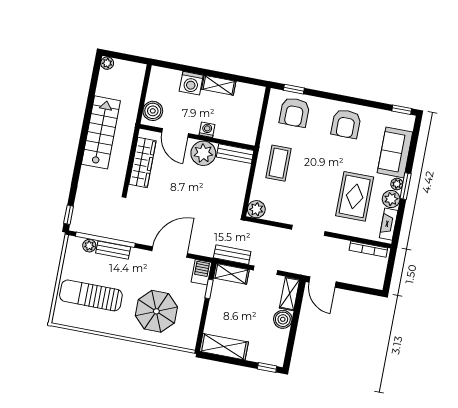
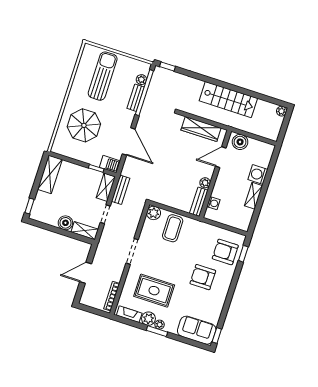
armchair: (346, 124) -> (203, 277), moved
washing machine: (207, 130) -> (213, 203), moved
sofa: (395, 152) -> (197, 330), moved
plant: (203, 153) -> (205, 183), width x0.53, depth x0.53
coffee table: (278, 163) -> (173, 228), moved, turned 90
door: (322, 282) -> (86, 273), moved

